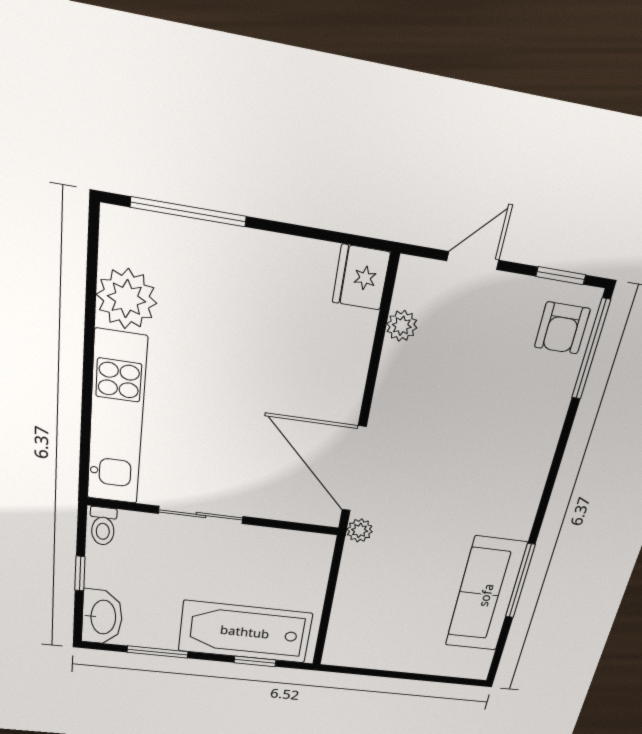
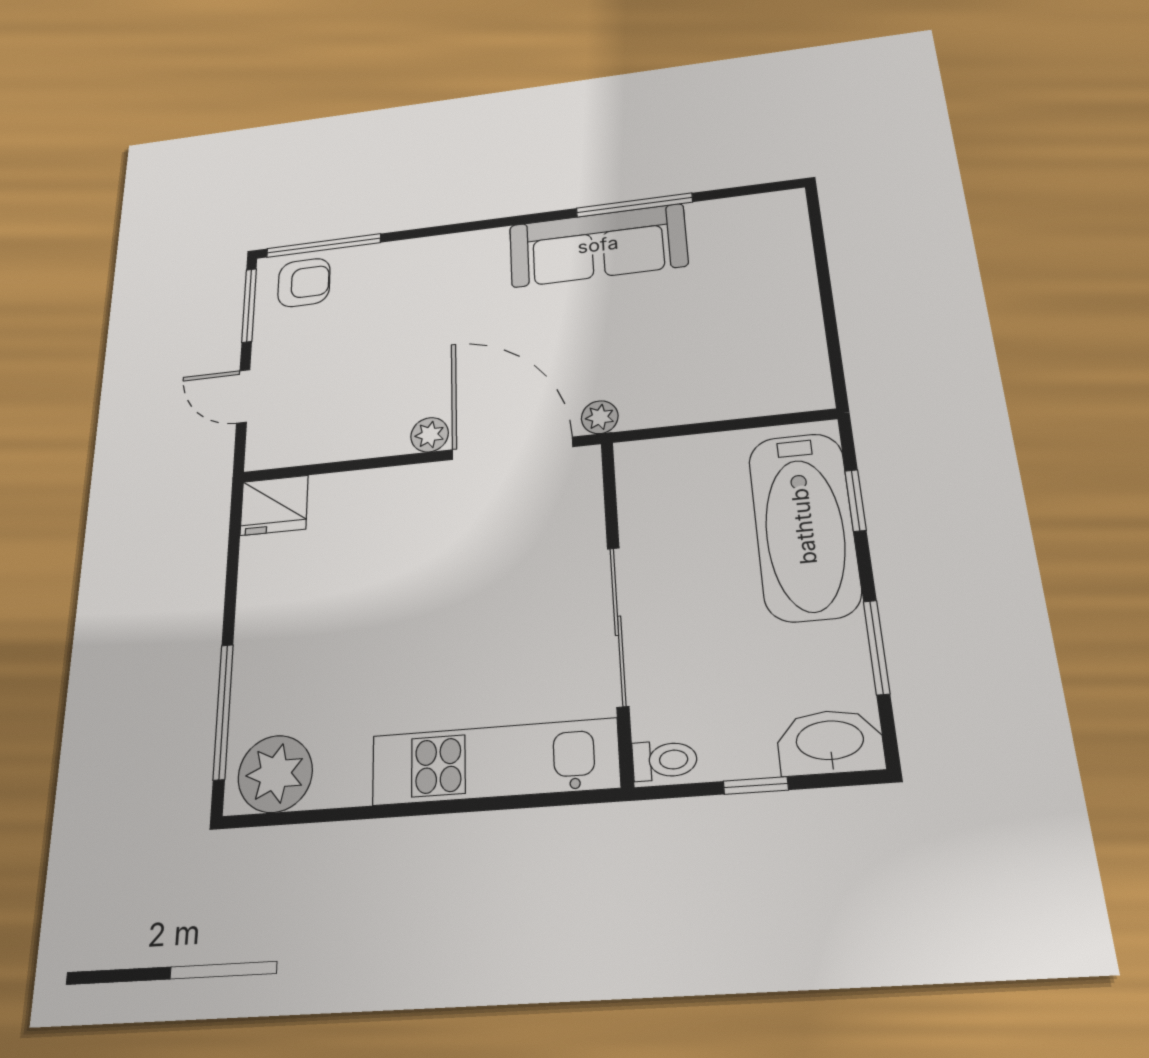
window: (561, 276) -> (249, 305), width x1.50
plant: (127, 299) -> (275, 774), moved
plant: (402, 326) -> (430, 435), moved
door: (354, 469) -> (512, 448), swing flipped
sliding door: (201, 515) -> (618, 626), width x1.37
sofa: (486, 595) -> (598, 245), moved

